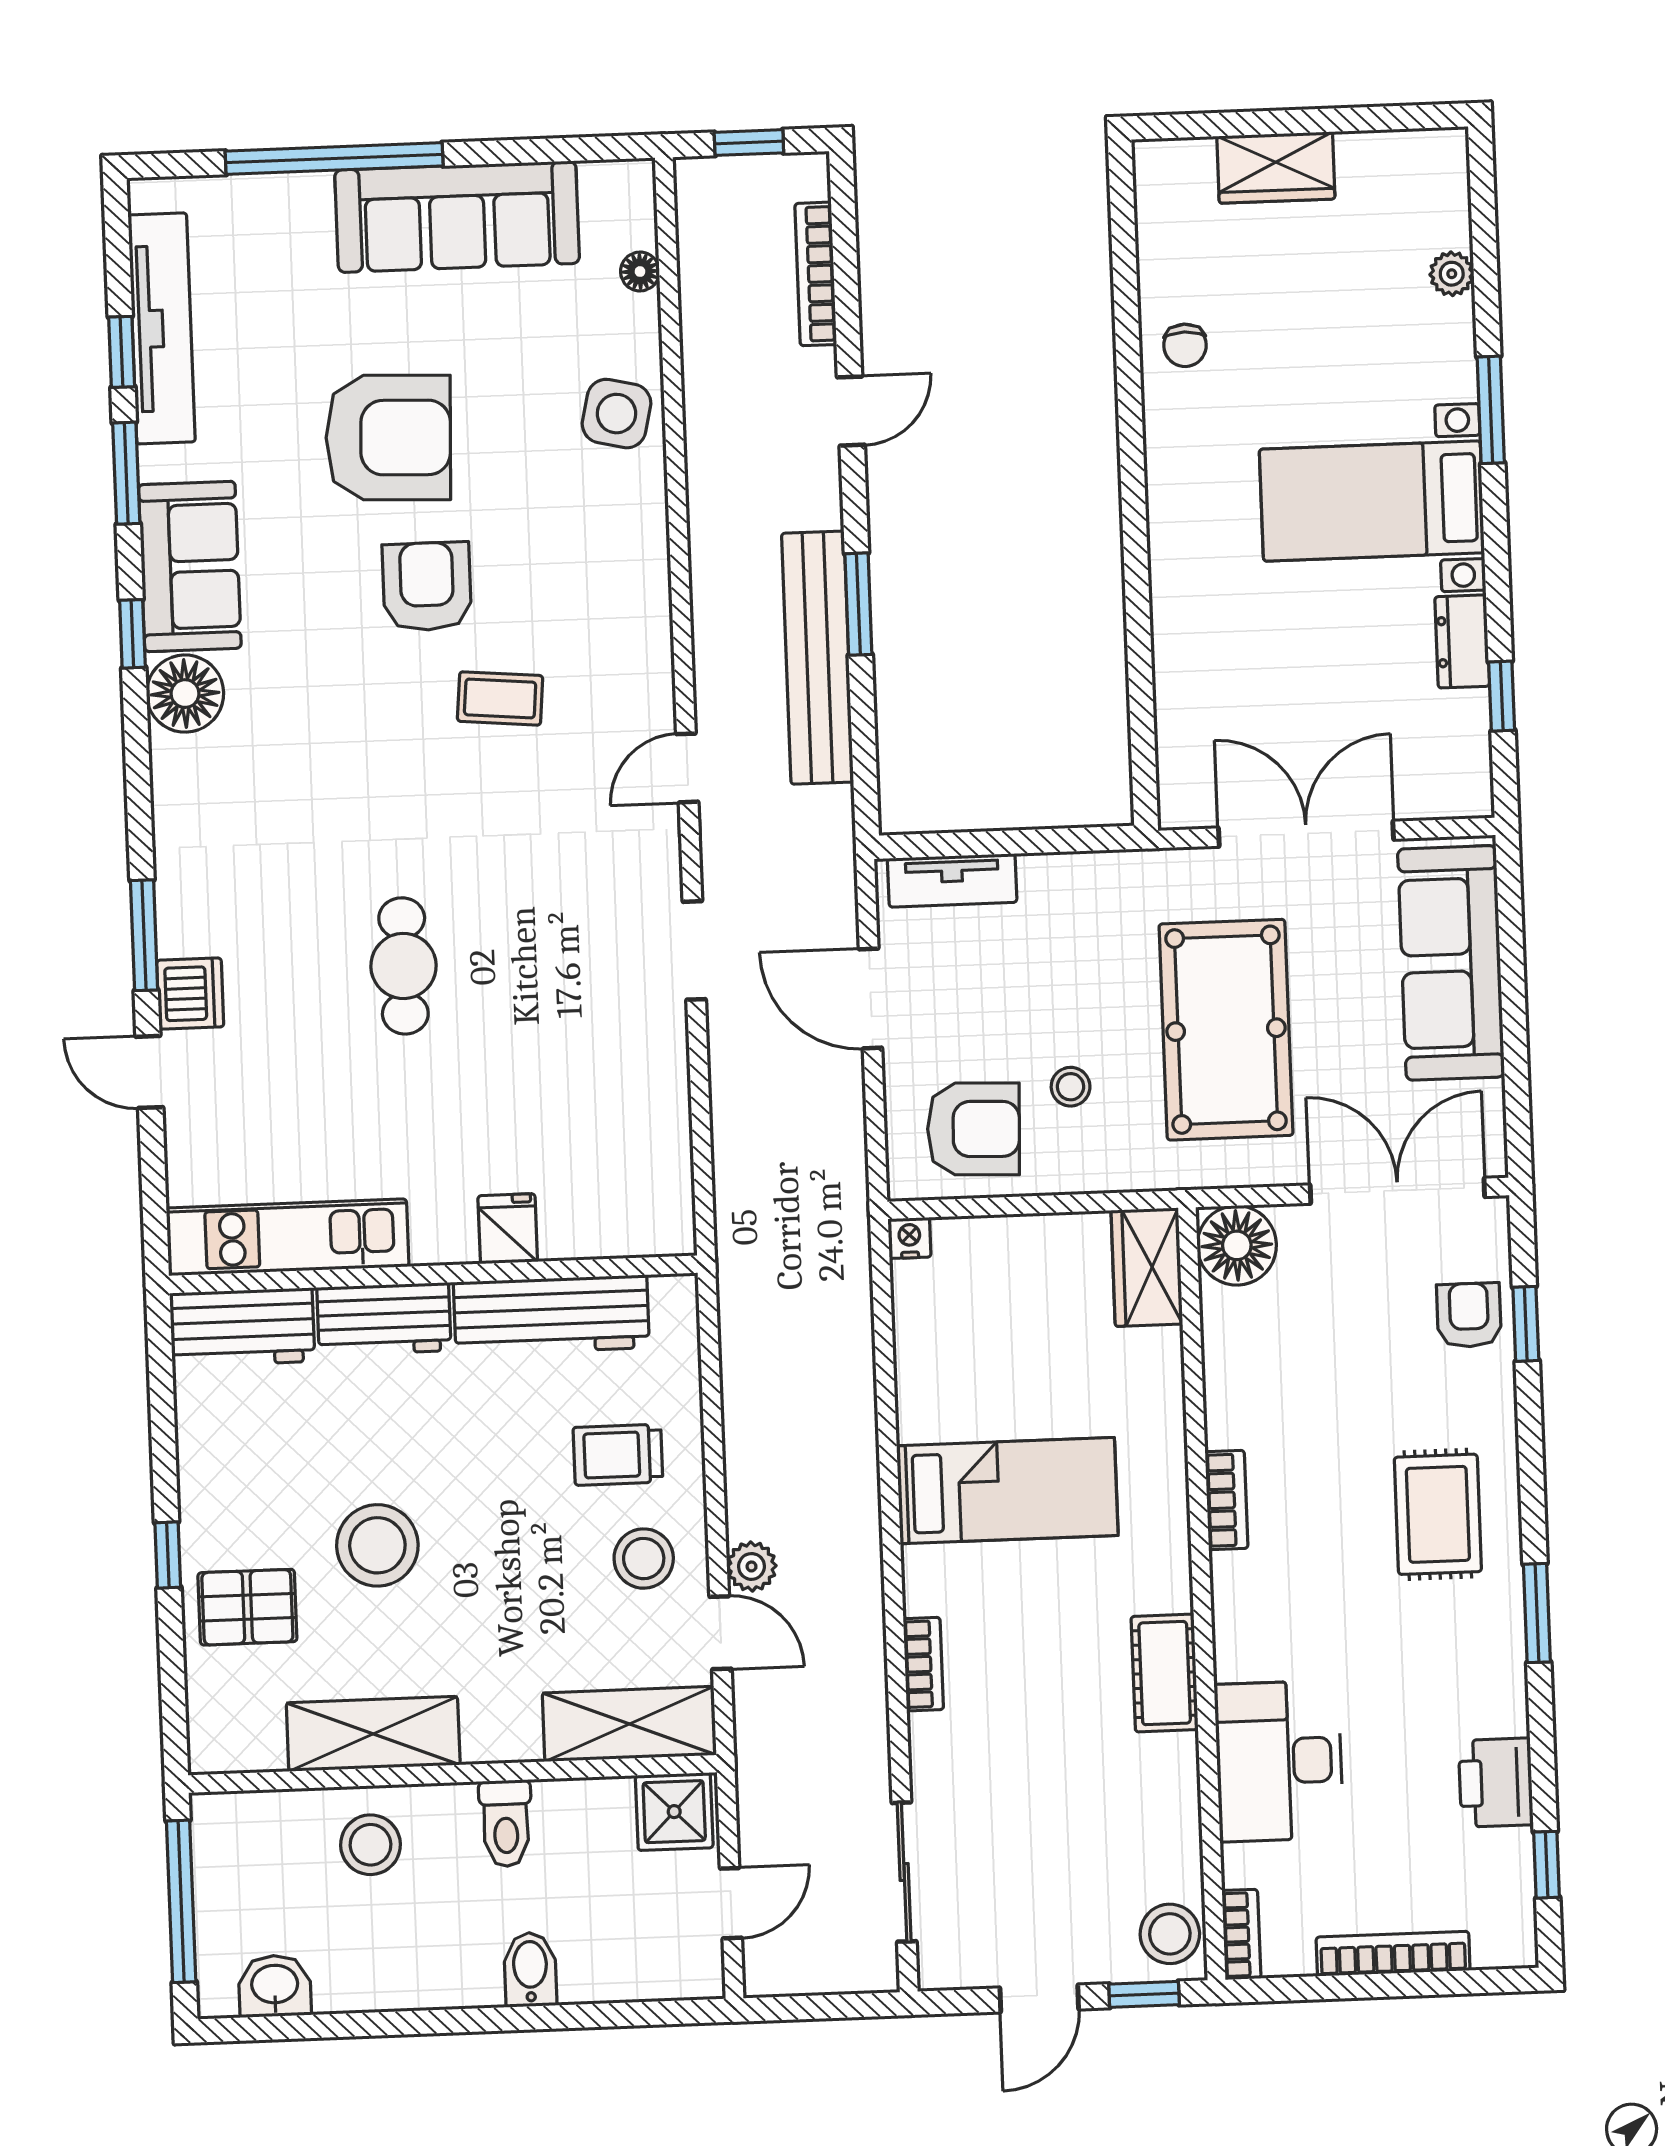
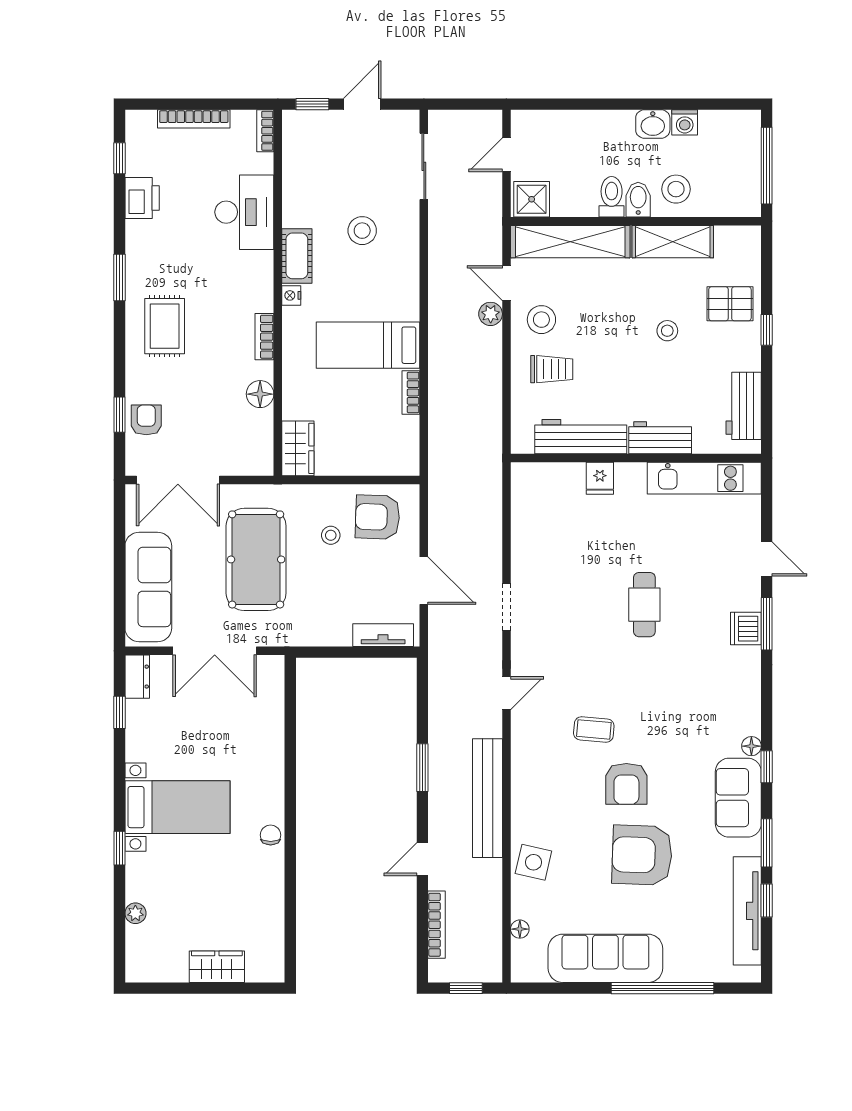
chair: (1185, 345) -> (271, 835), moved
window: (1491, 410) -> (119, 848), width x0.67
dresser: (1462, 641) -> (137, 677), moved
bench: (817, 658) -> (488, 798), moved
floor lamp: (185, 694) -> (751, 746), width x0.53, depth x0.53
dishwasher: (190, 994) -> (746, 629), moved
nightstand: (909, 1238) -> (291, 295), moved, turned 90
floor lamp: (1237, 1245) -> (260, 394), moved, width x0.73, depth x0.73
armchair: (1469, 1315) -> (146, 420), turned 180
workbench: (242, 1327) -> (744, 406), moved, turned -90
stool: (377, 1545) -> (667, 331), width x0.53, depth x0.53
bookcase: (923, 1664) -> (411, 392), moved
shelving: (629, 1724) -> (570, 242), width x1.47
stool: (1170, 1934) -> (362, 231), moved
bidet: (530, 1970) -> (638, 200), moved, turned 180
washbasin: (275, 1986) -> (653, 124), moved
washing machine: (357, 1986) -> (685, 122), added

